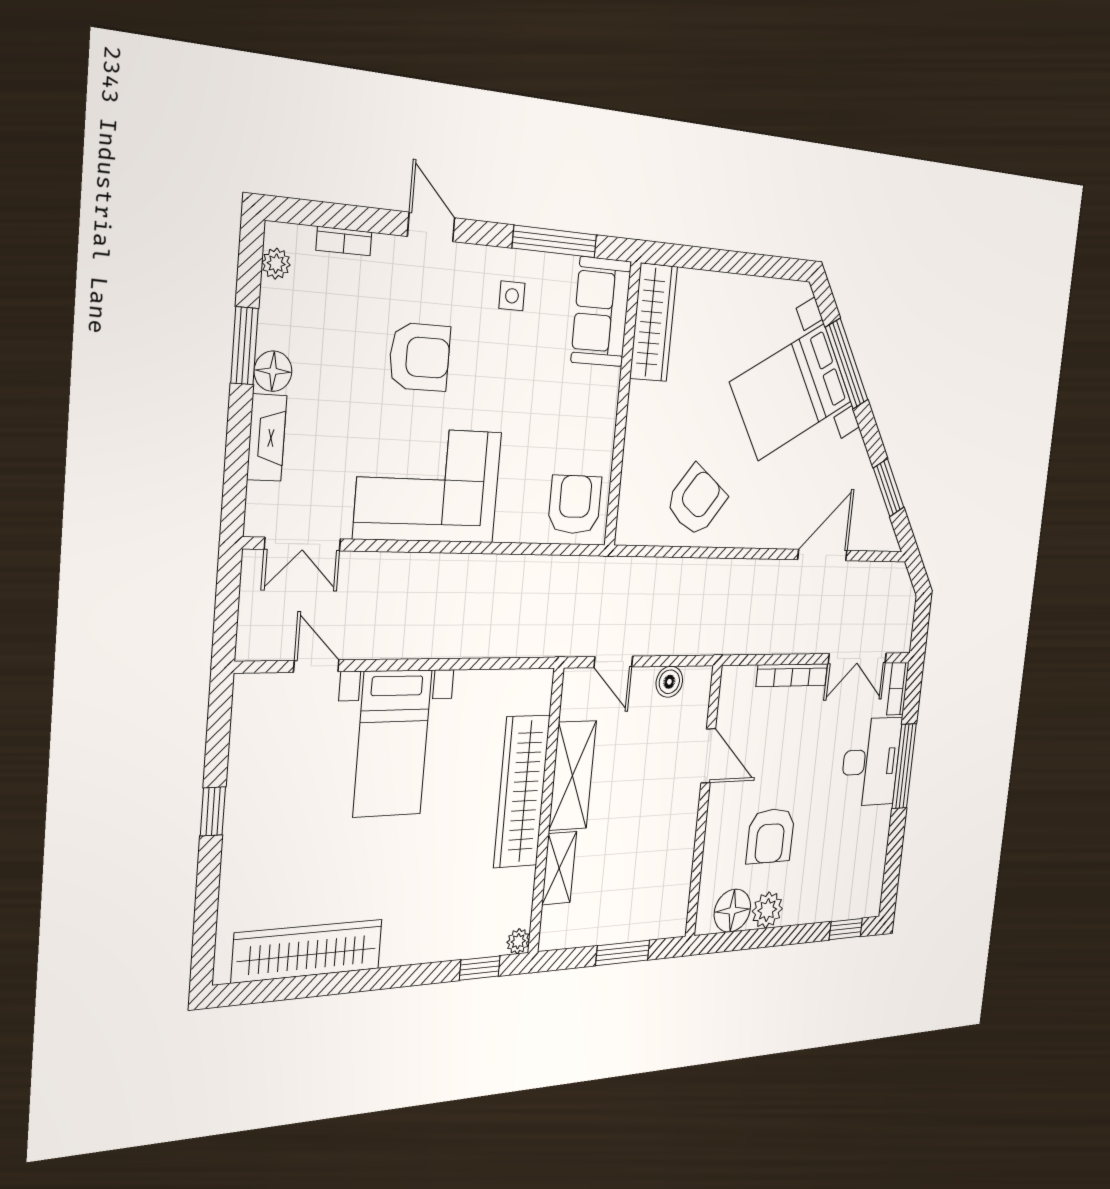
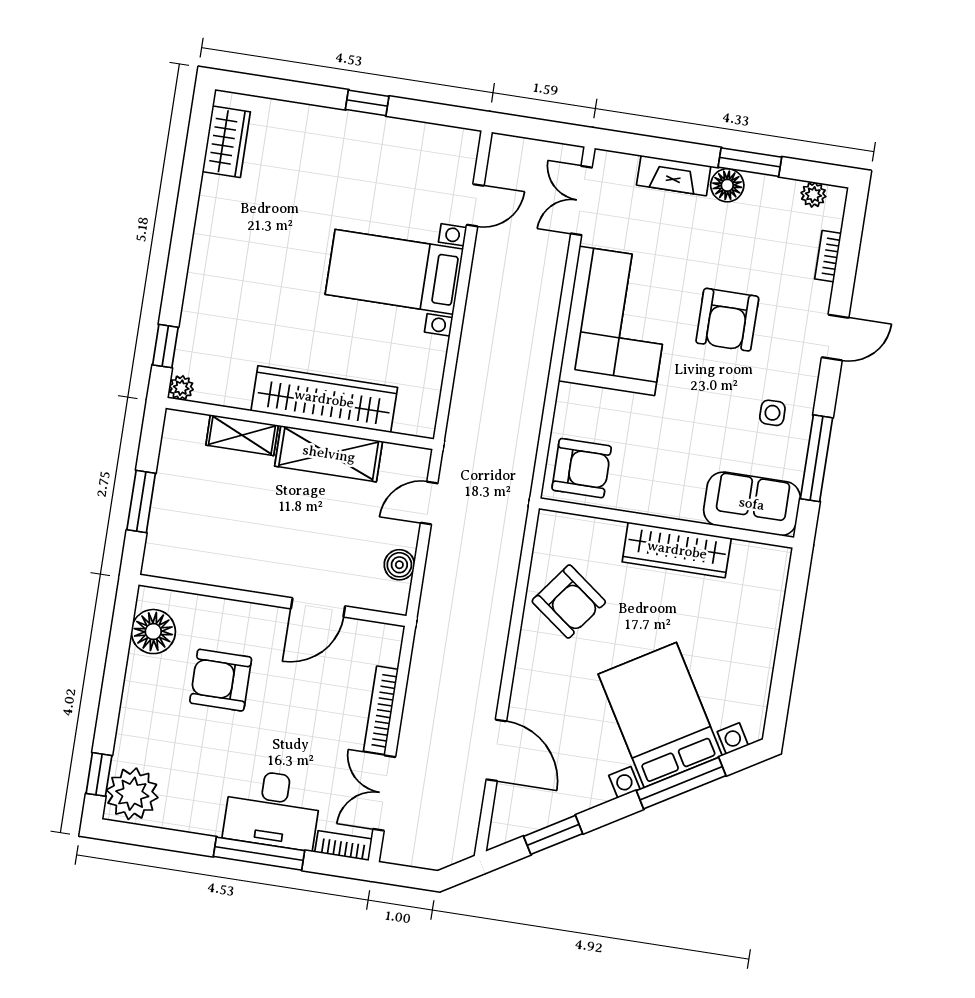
wardrobe: (654, 323) -> (677, 550), moved
plant: (767, 910) -> (132, 794), moved, width x1.36, depth x1.36
wardrobe: (308, 951) -> (226, 142), width x0.48, depth x0.85

